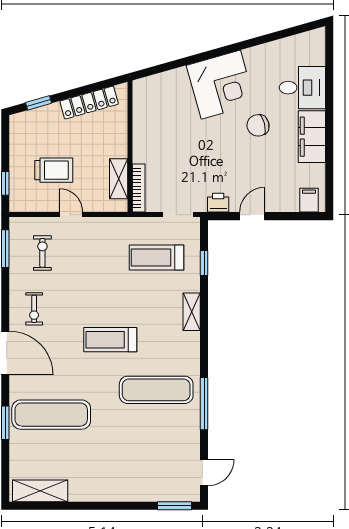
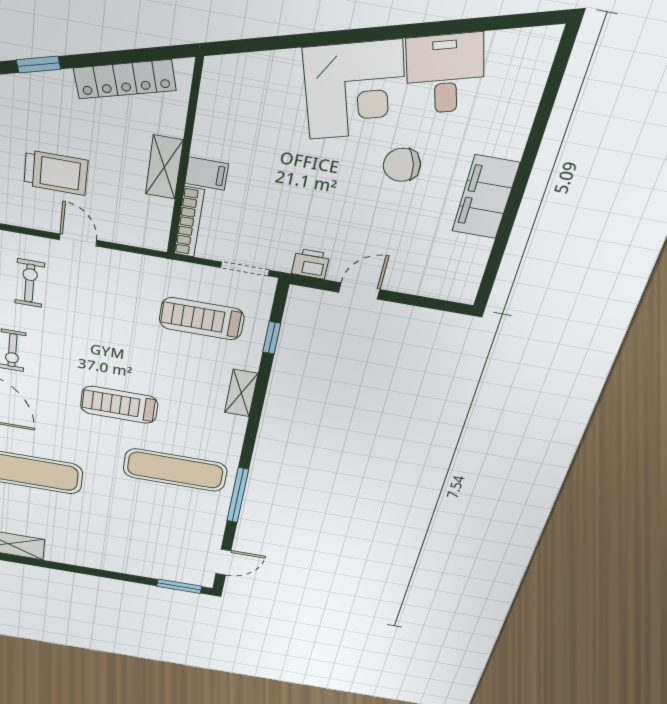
desk: (302, 88) -> (445, 74), moved, turned -106
shelving: (119, 179) -> (164, 167), moved
filing cabinet: (309, 200) -> (207, 174), moved, turned 90

